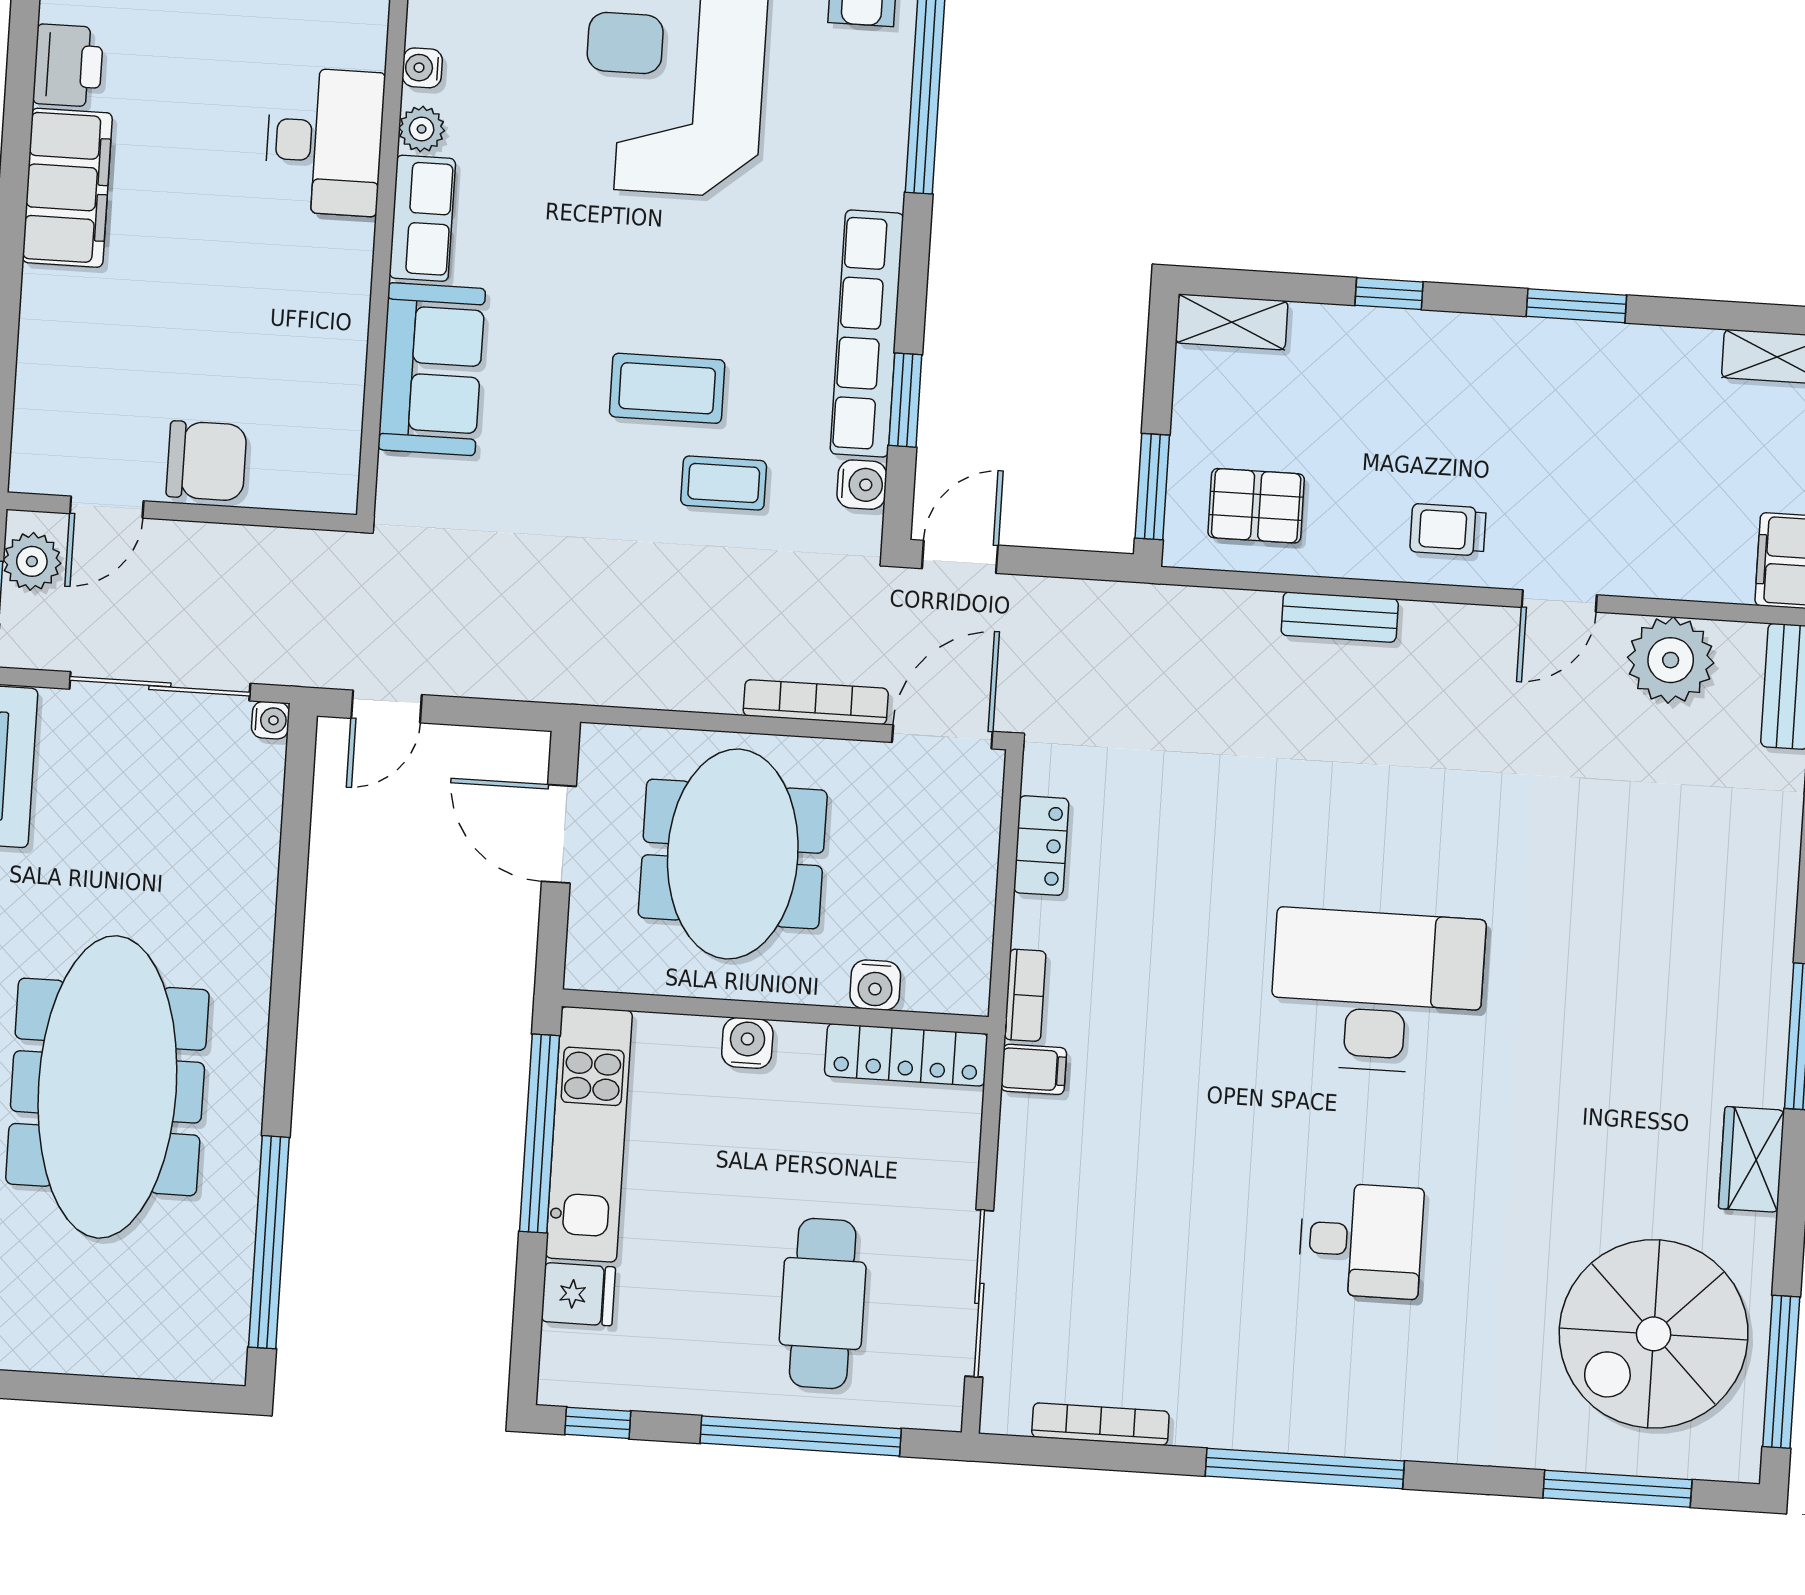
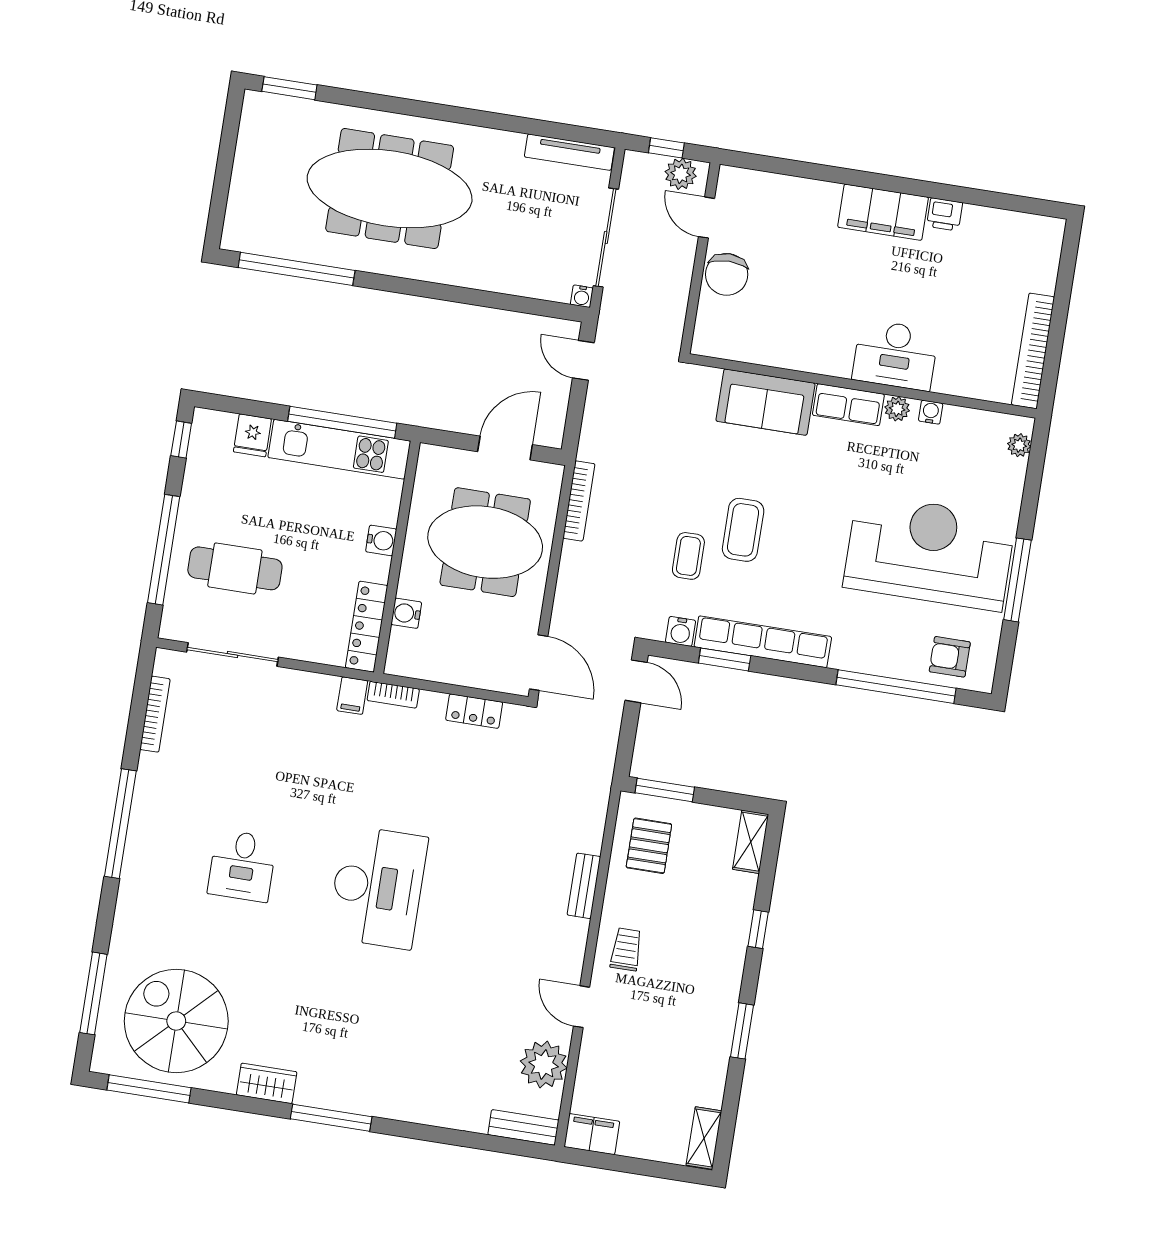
printer: (68, 66) -> (945, 214), width x0.73, depth x0.81
bookcase: (816, 702) -> (579, 501), moved

